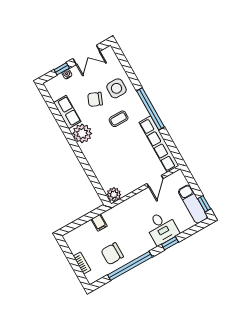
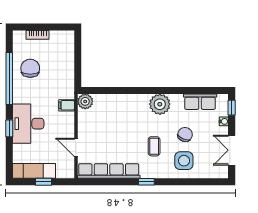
window: (62, 69) -> (232, 108), moved
window: (150, 109) -> (146, 182), width x0.32
row of seats: (67, 112) -> (200, 102), moved
window: (204, 204) -> (43, 182), moved
filing cabinet: (99, 223) -> (67, 105), moved
desk: (162, 228) -> (28, 124), width x1.37

